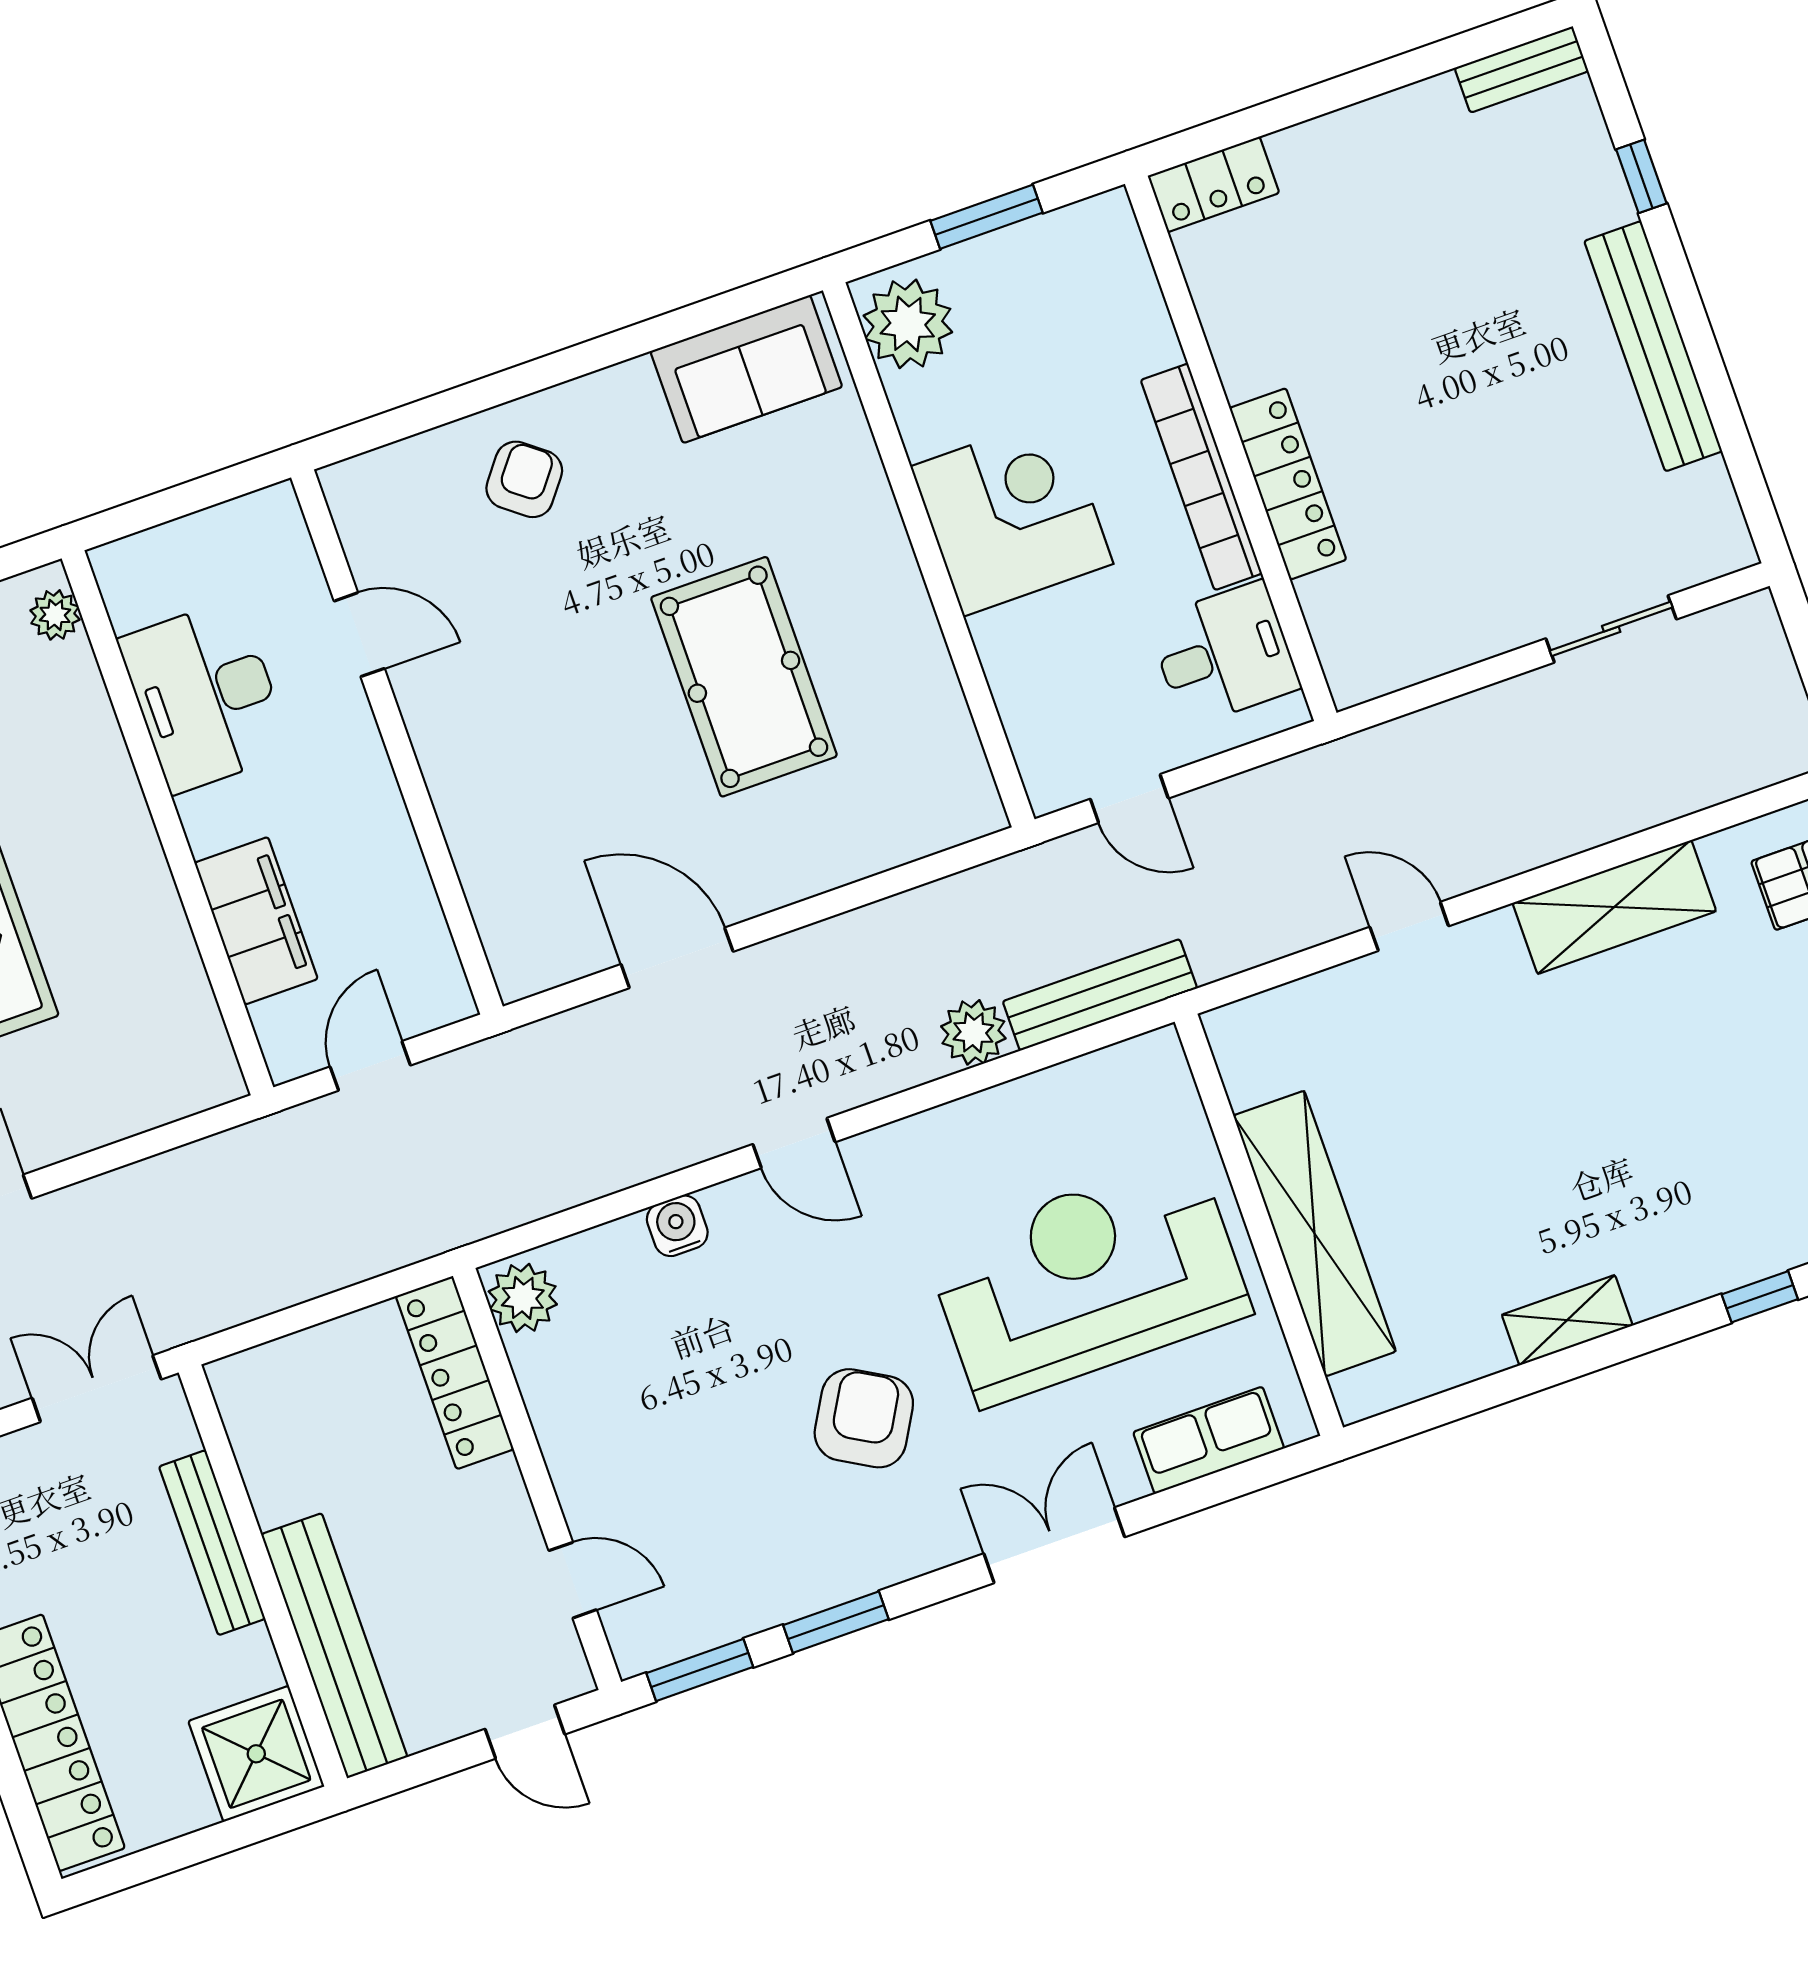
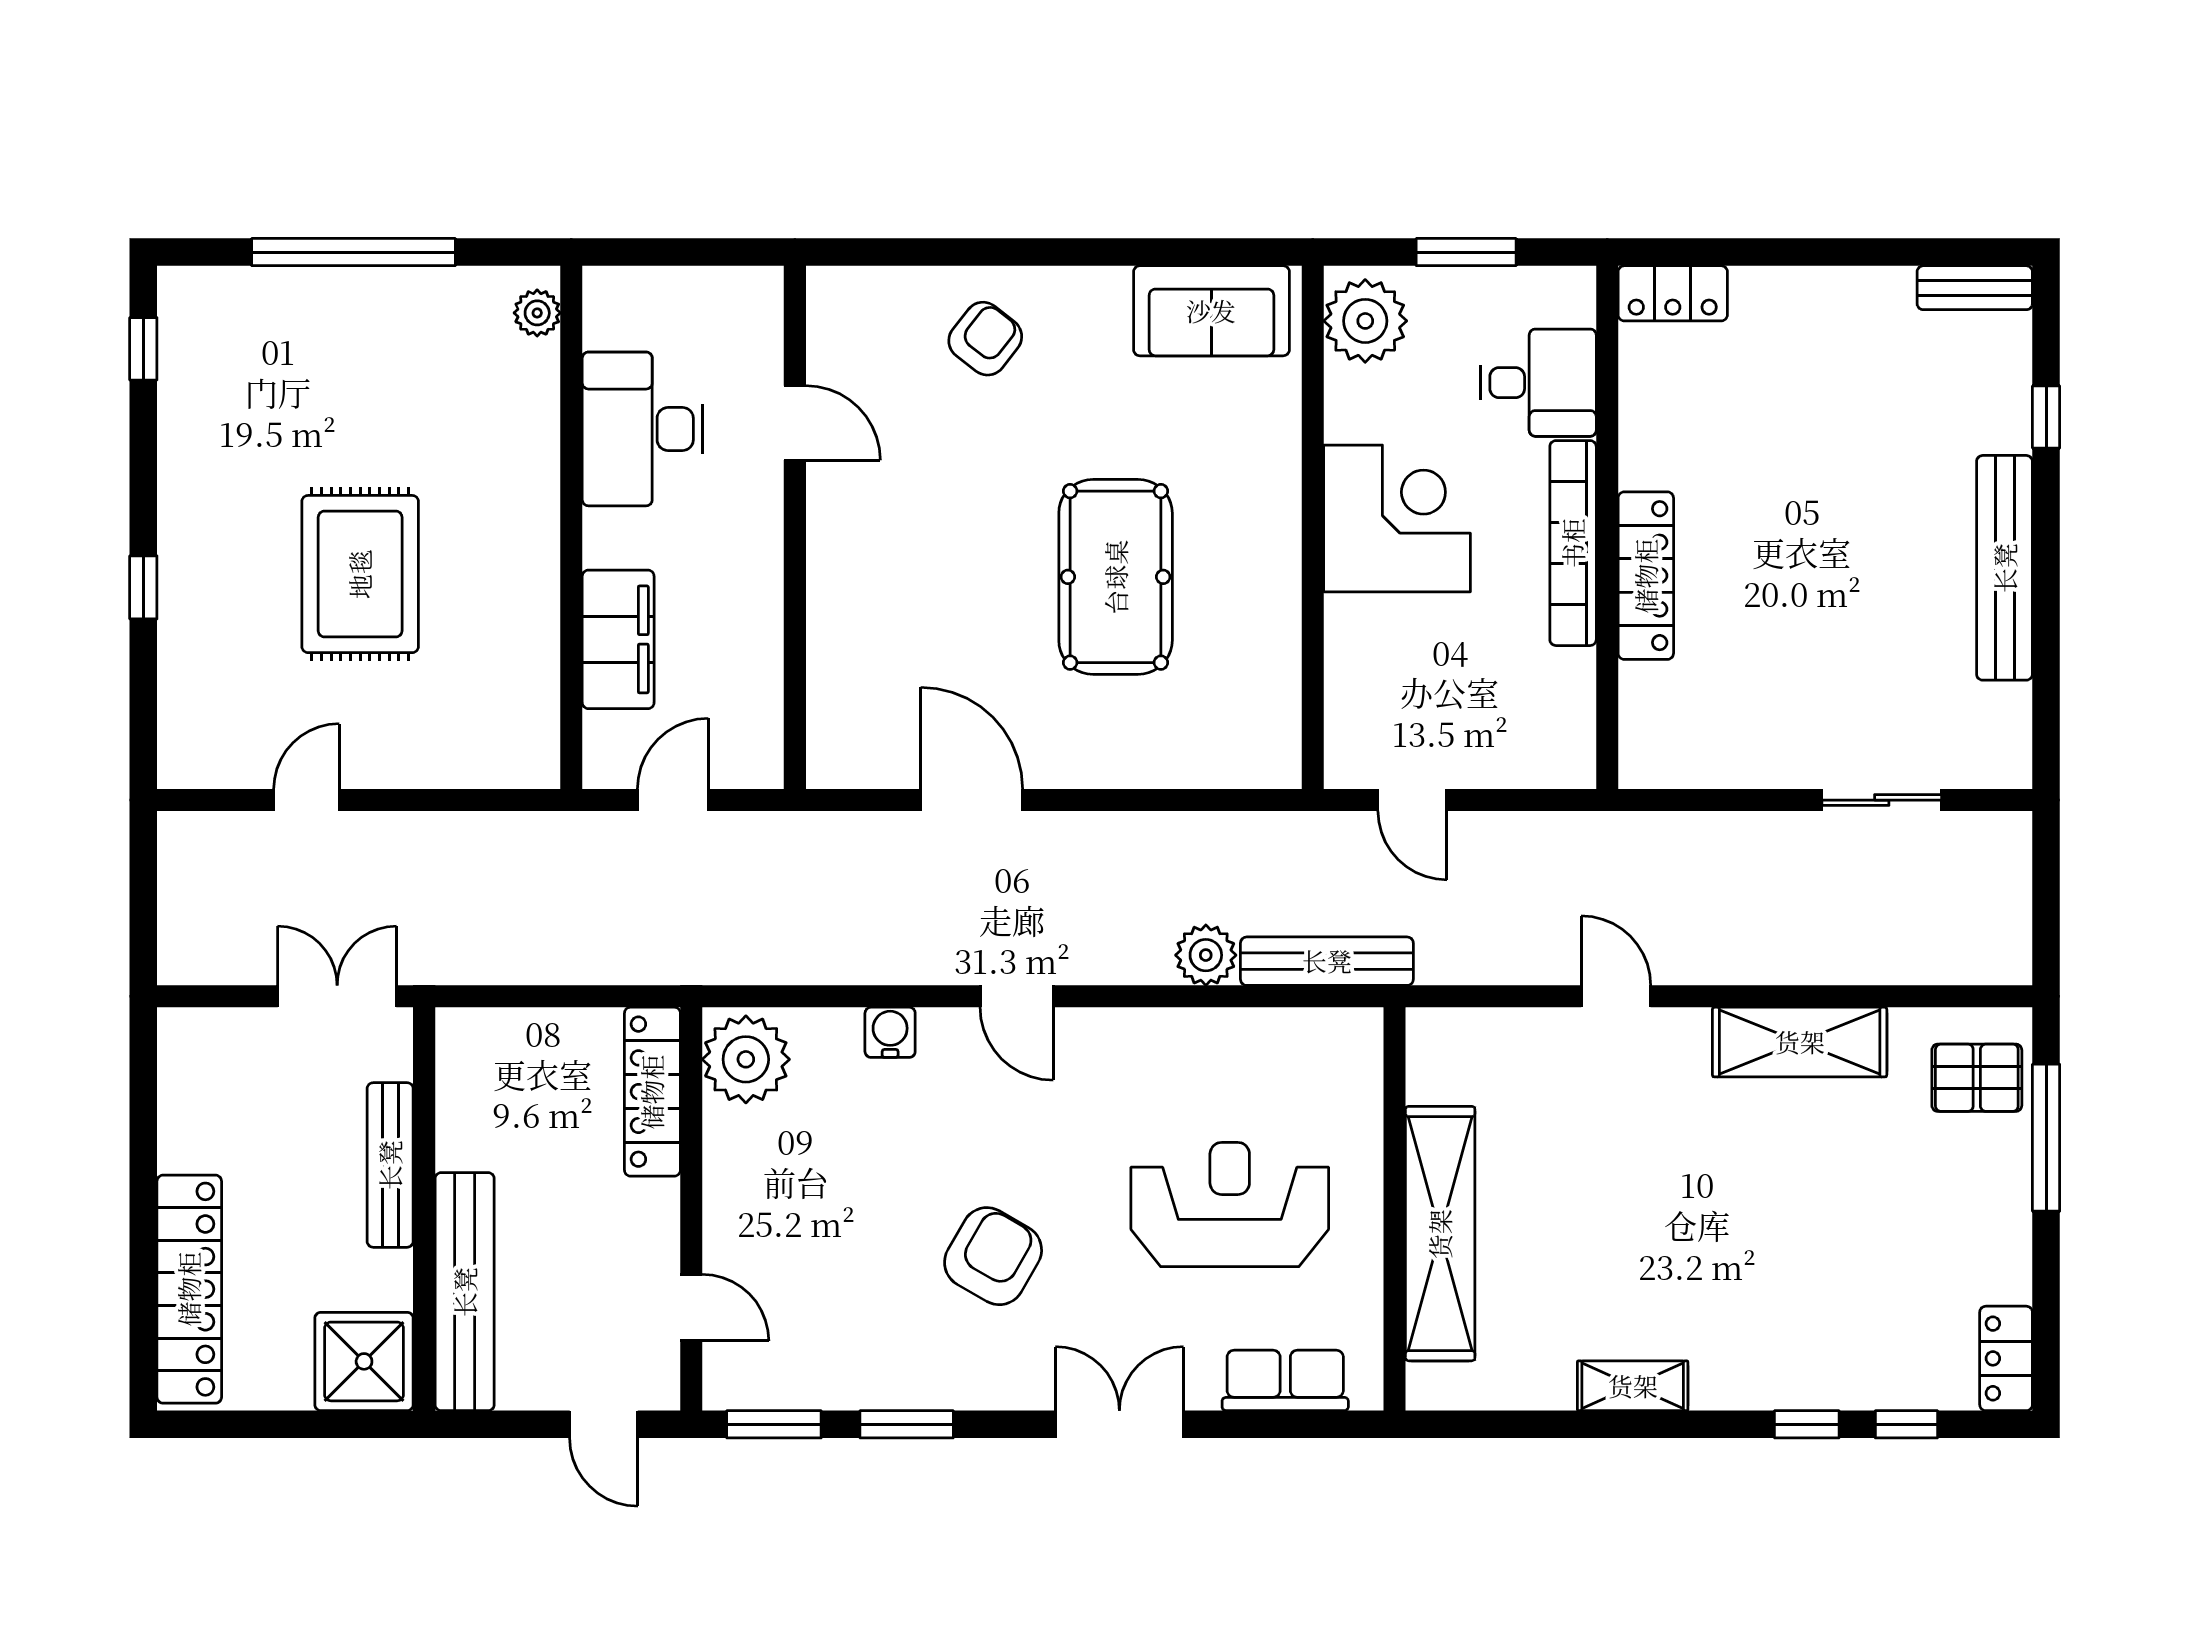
desk: (1224, 654) -> (1538, 383), moved
reception desk: (1088, 1280) -> (1230, 1205), width x0.74, depth x0.77
plant: (523, 1298) -> (746, 1059), width x1.36, depth x1.36

